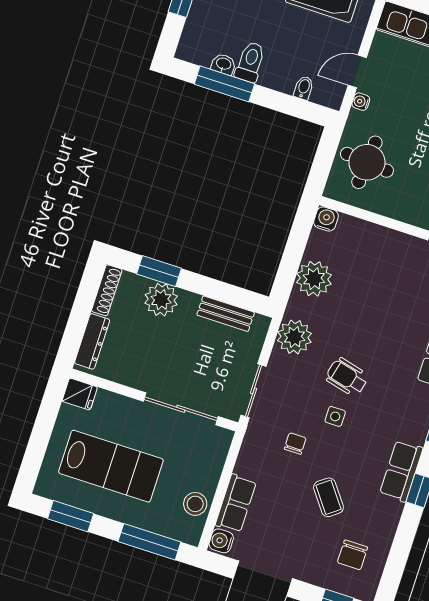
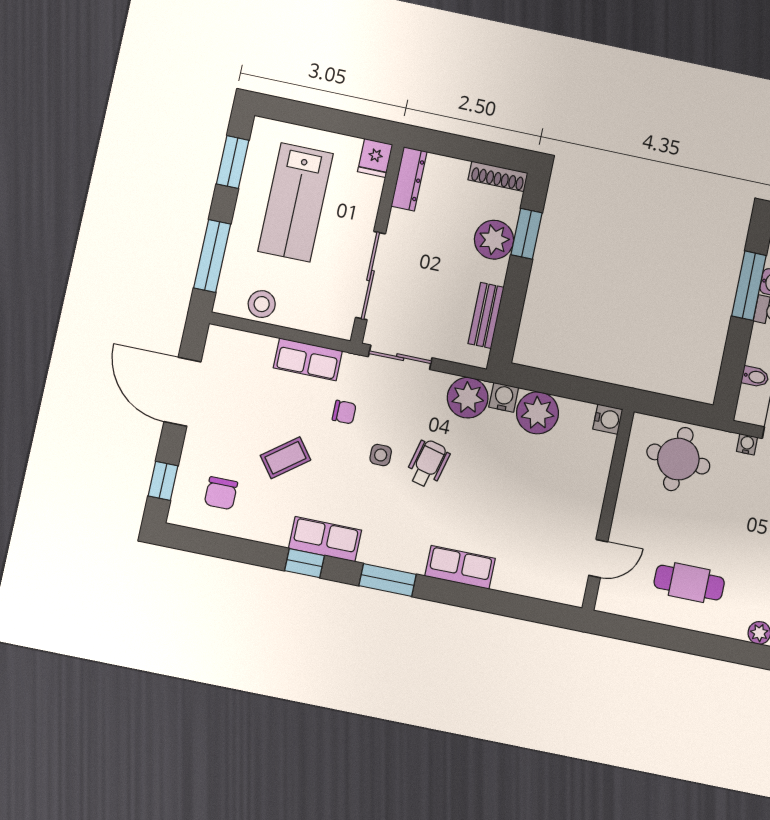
dresser: (92, 341) -> (409, 179), moved, turned -90
row of seats: (236, 503) -> (308, 359), moved
water cooler: (221, 541) -> (504, 397), moved
chair: (352, 555) -> (221, 493), turned -90

